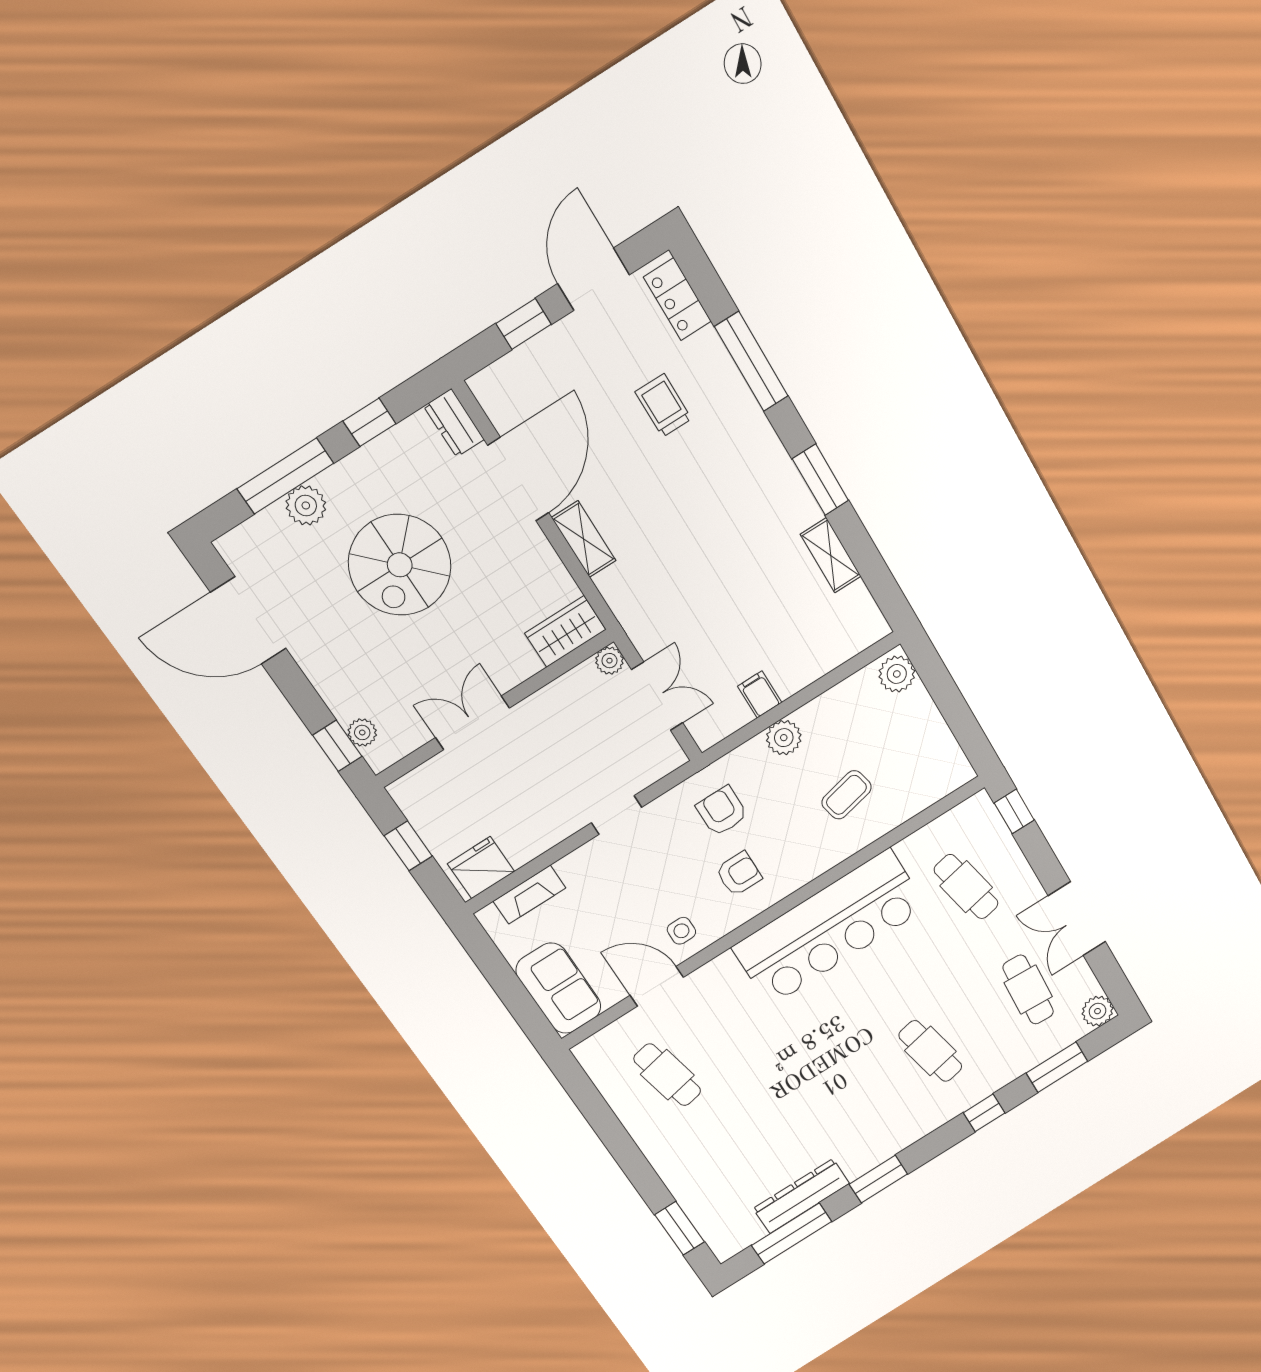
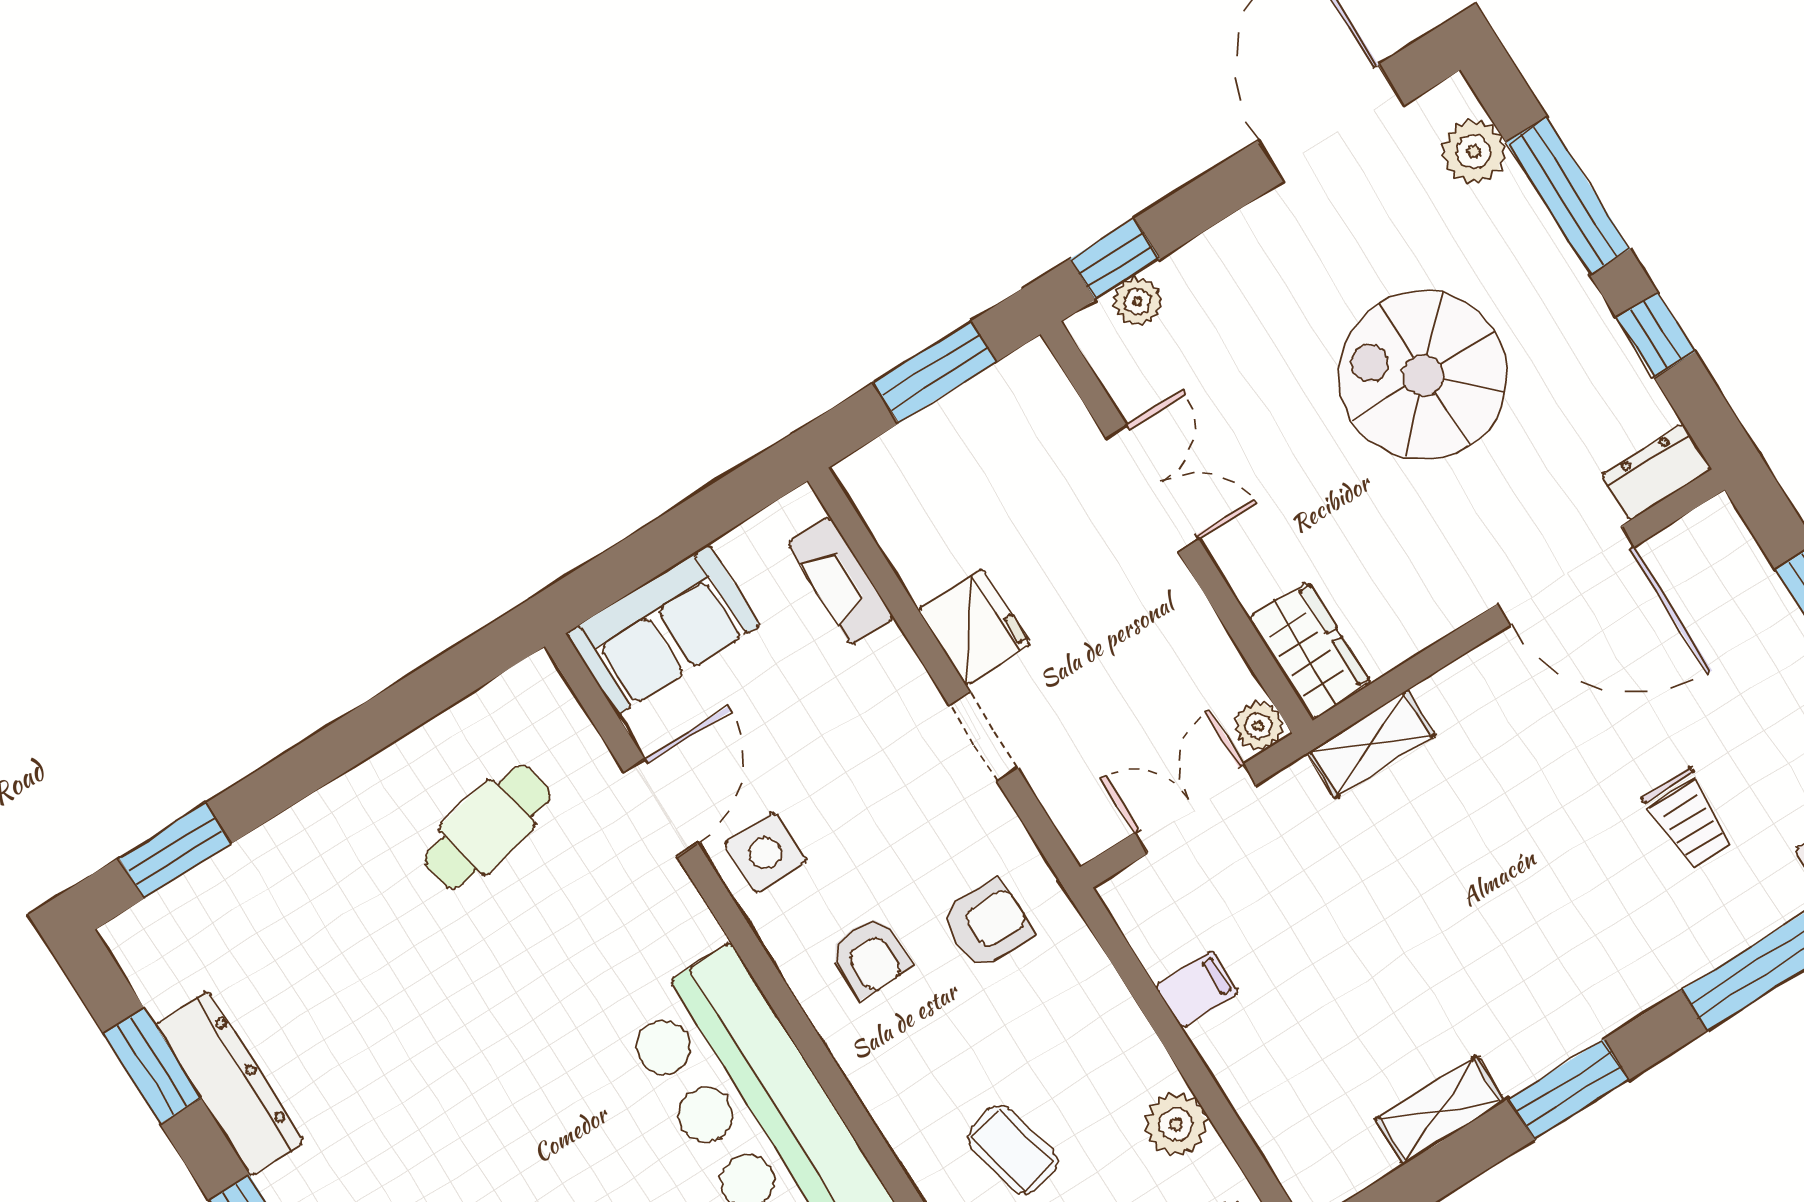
trolley: (663, 405) -> (1689, 819), turned 90
plant: (306, 505) -> (1474, 151), moved
shelving: (584, 539) -> (1371, 744), moved
double door: (657, 696) -> (1195, 809), swing flipped
plant: (784, 738) -> (1176, 1124), moved
window: (408, 846) -> (935, 372), width x1.50
fridge: (481, 868) -> (974, 627), moved
side table: (681, 931) -> (765, 853), width x1.37, depth x1.37
window: (792, 1233) -> (152, 1066), width x0.69

